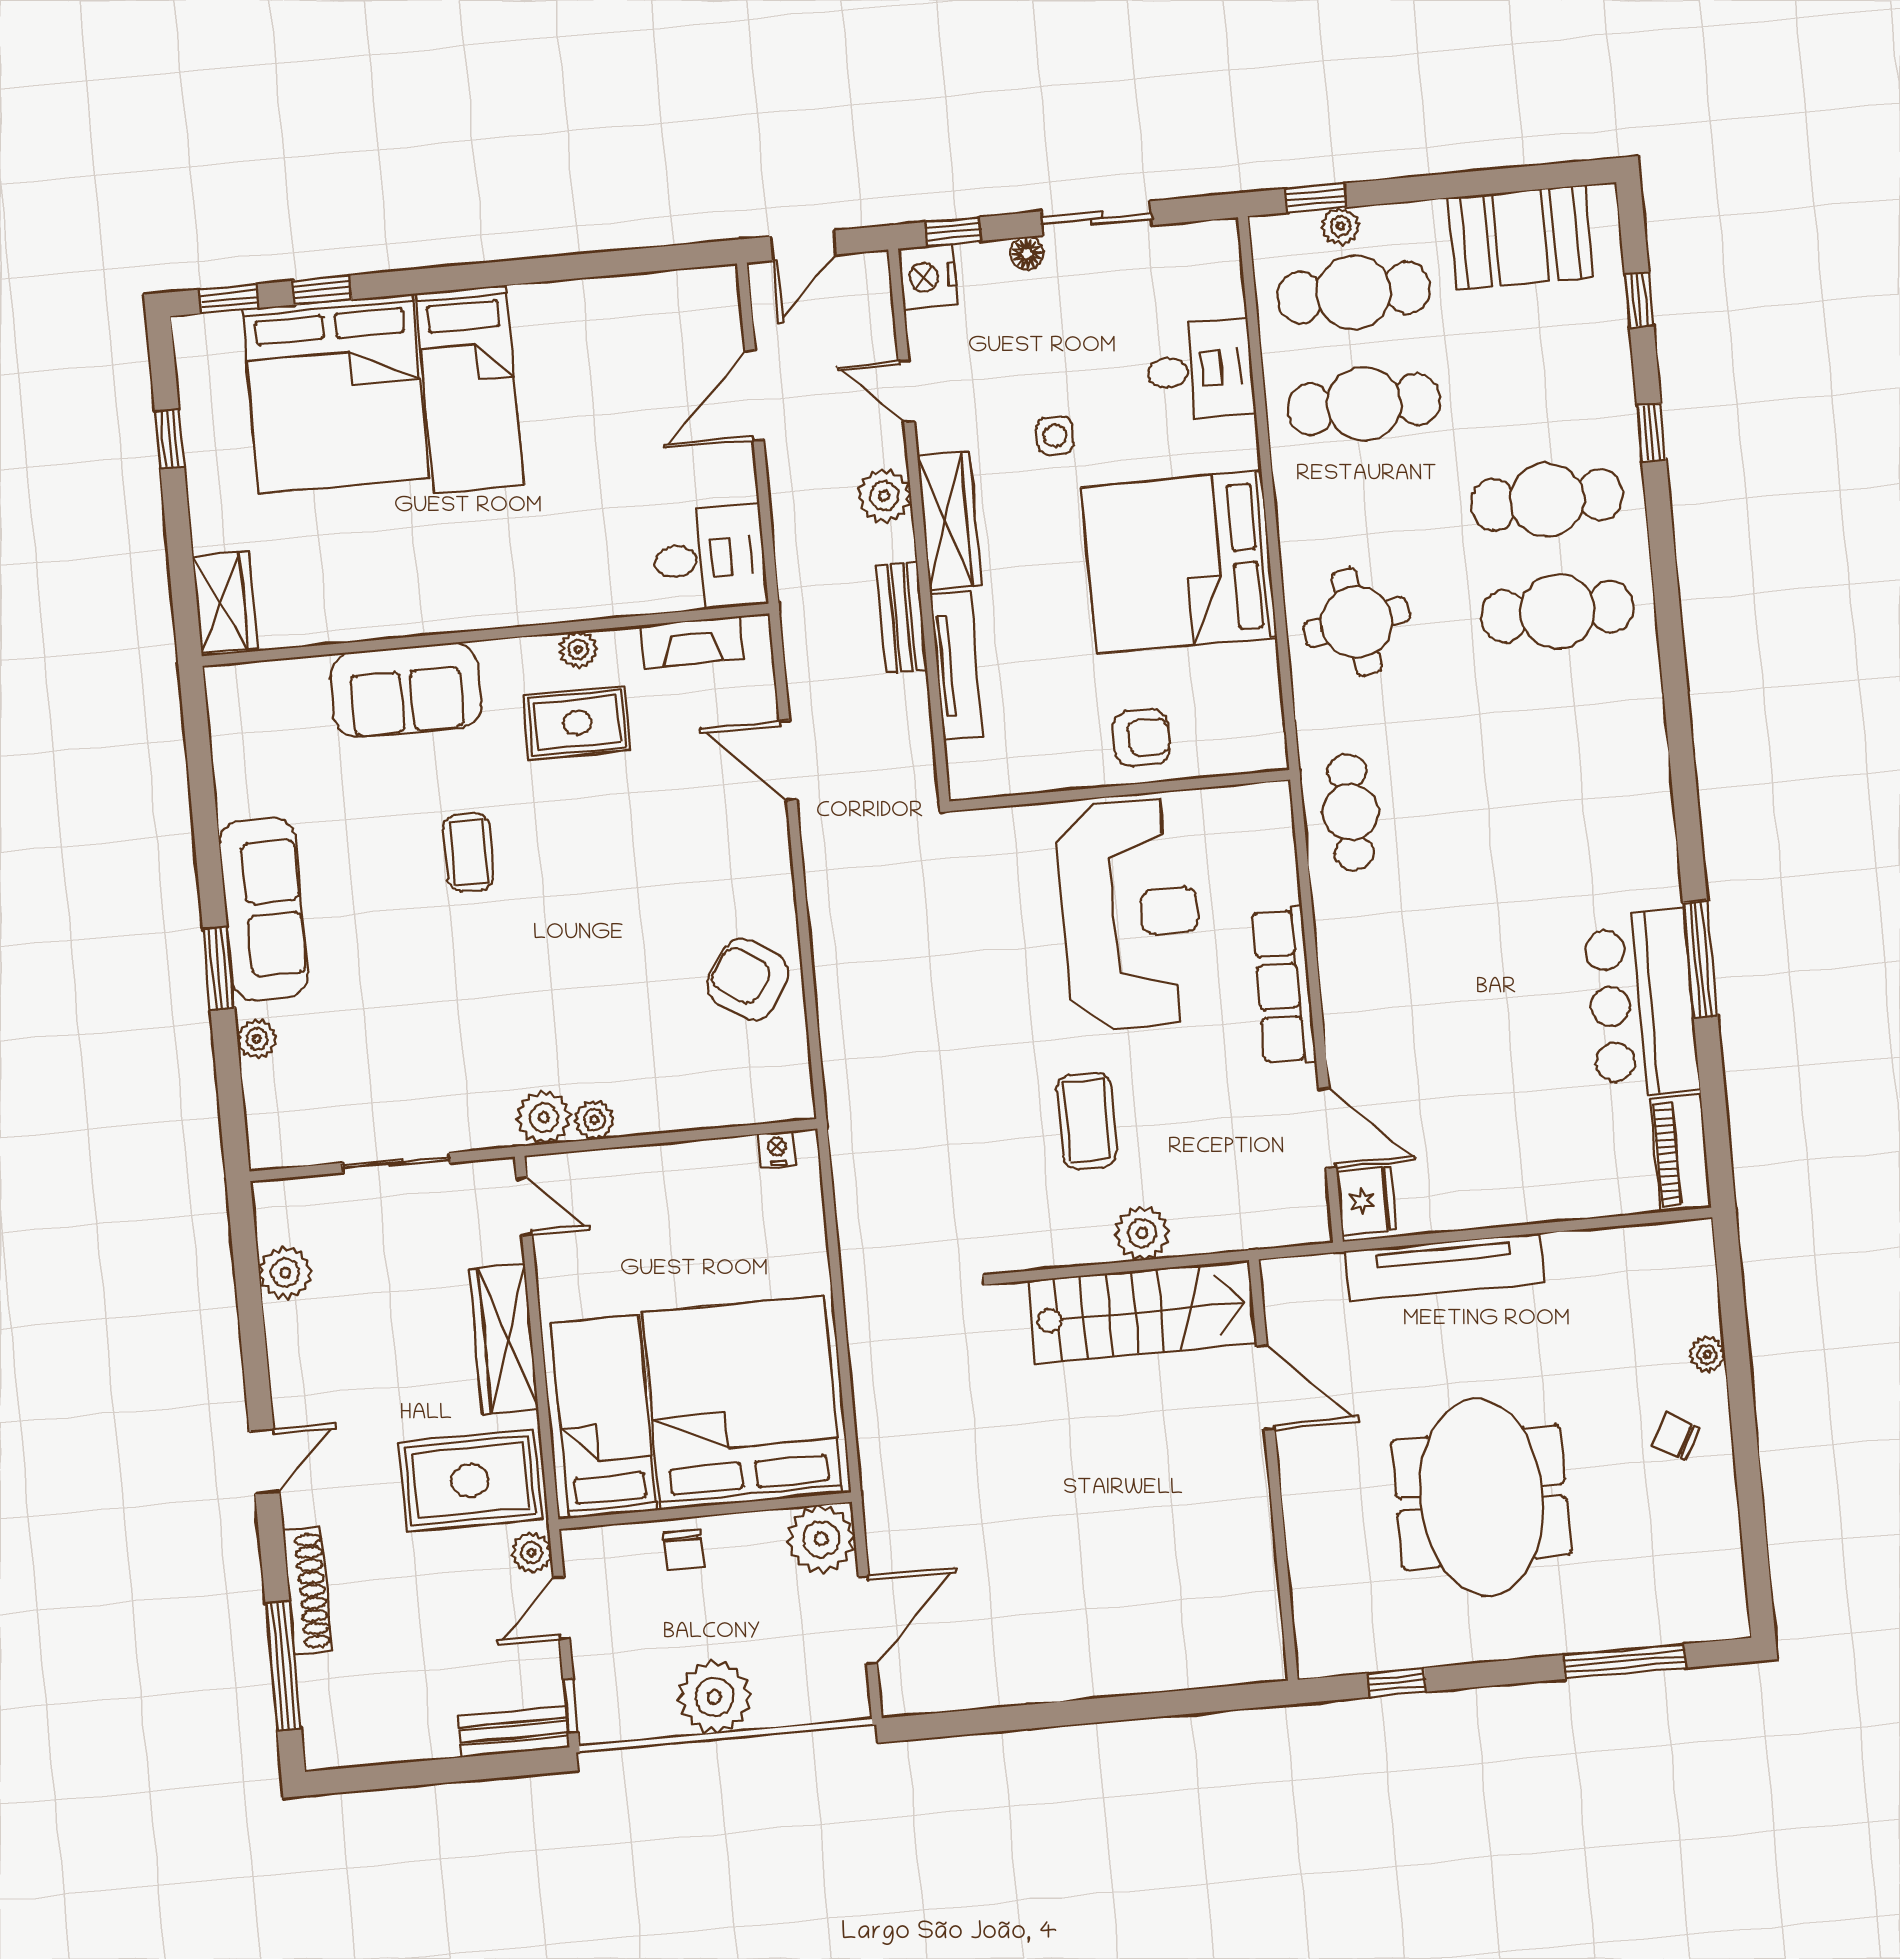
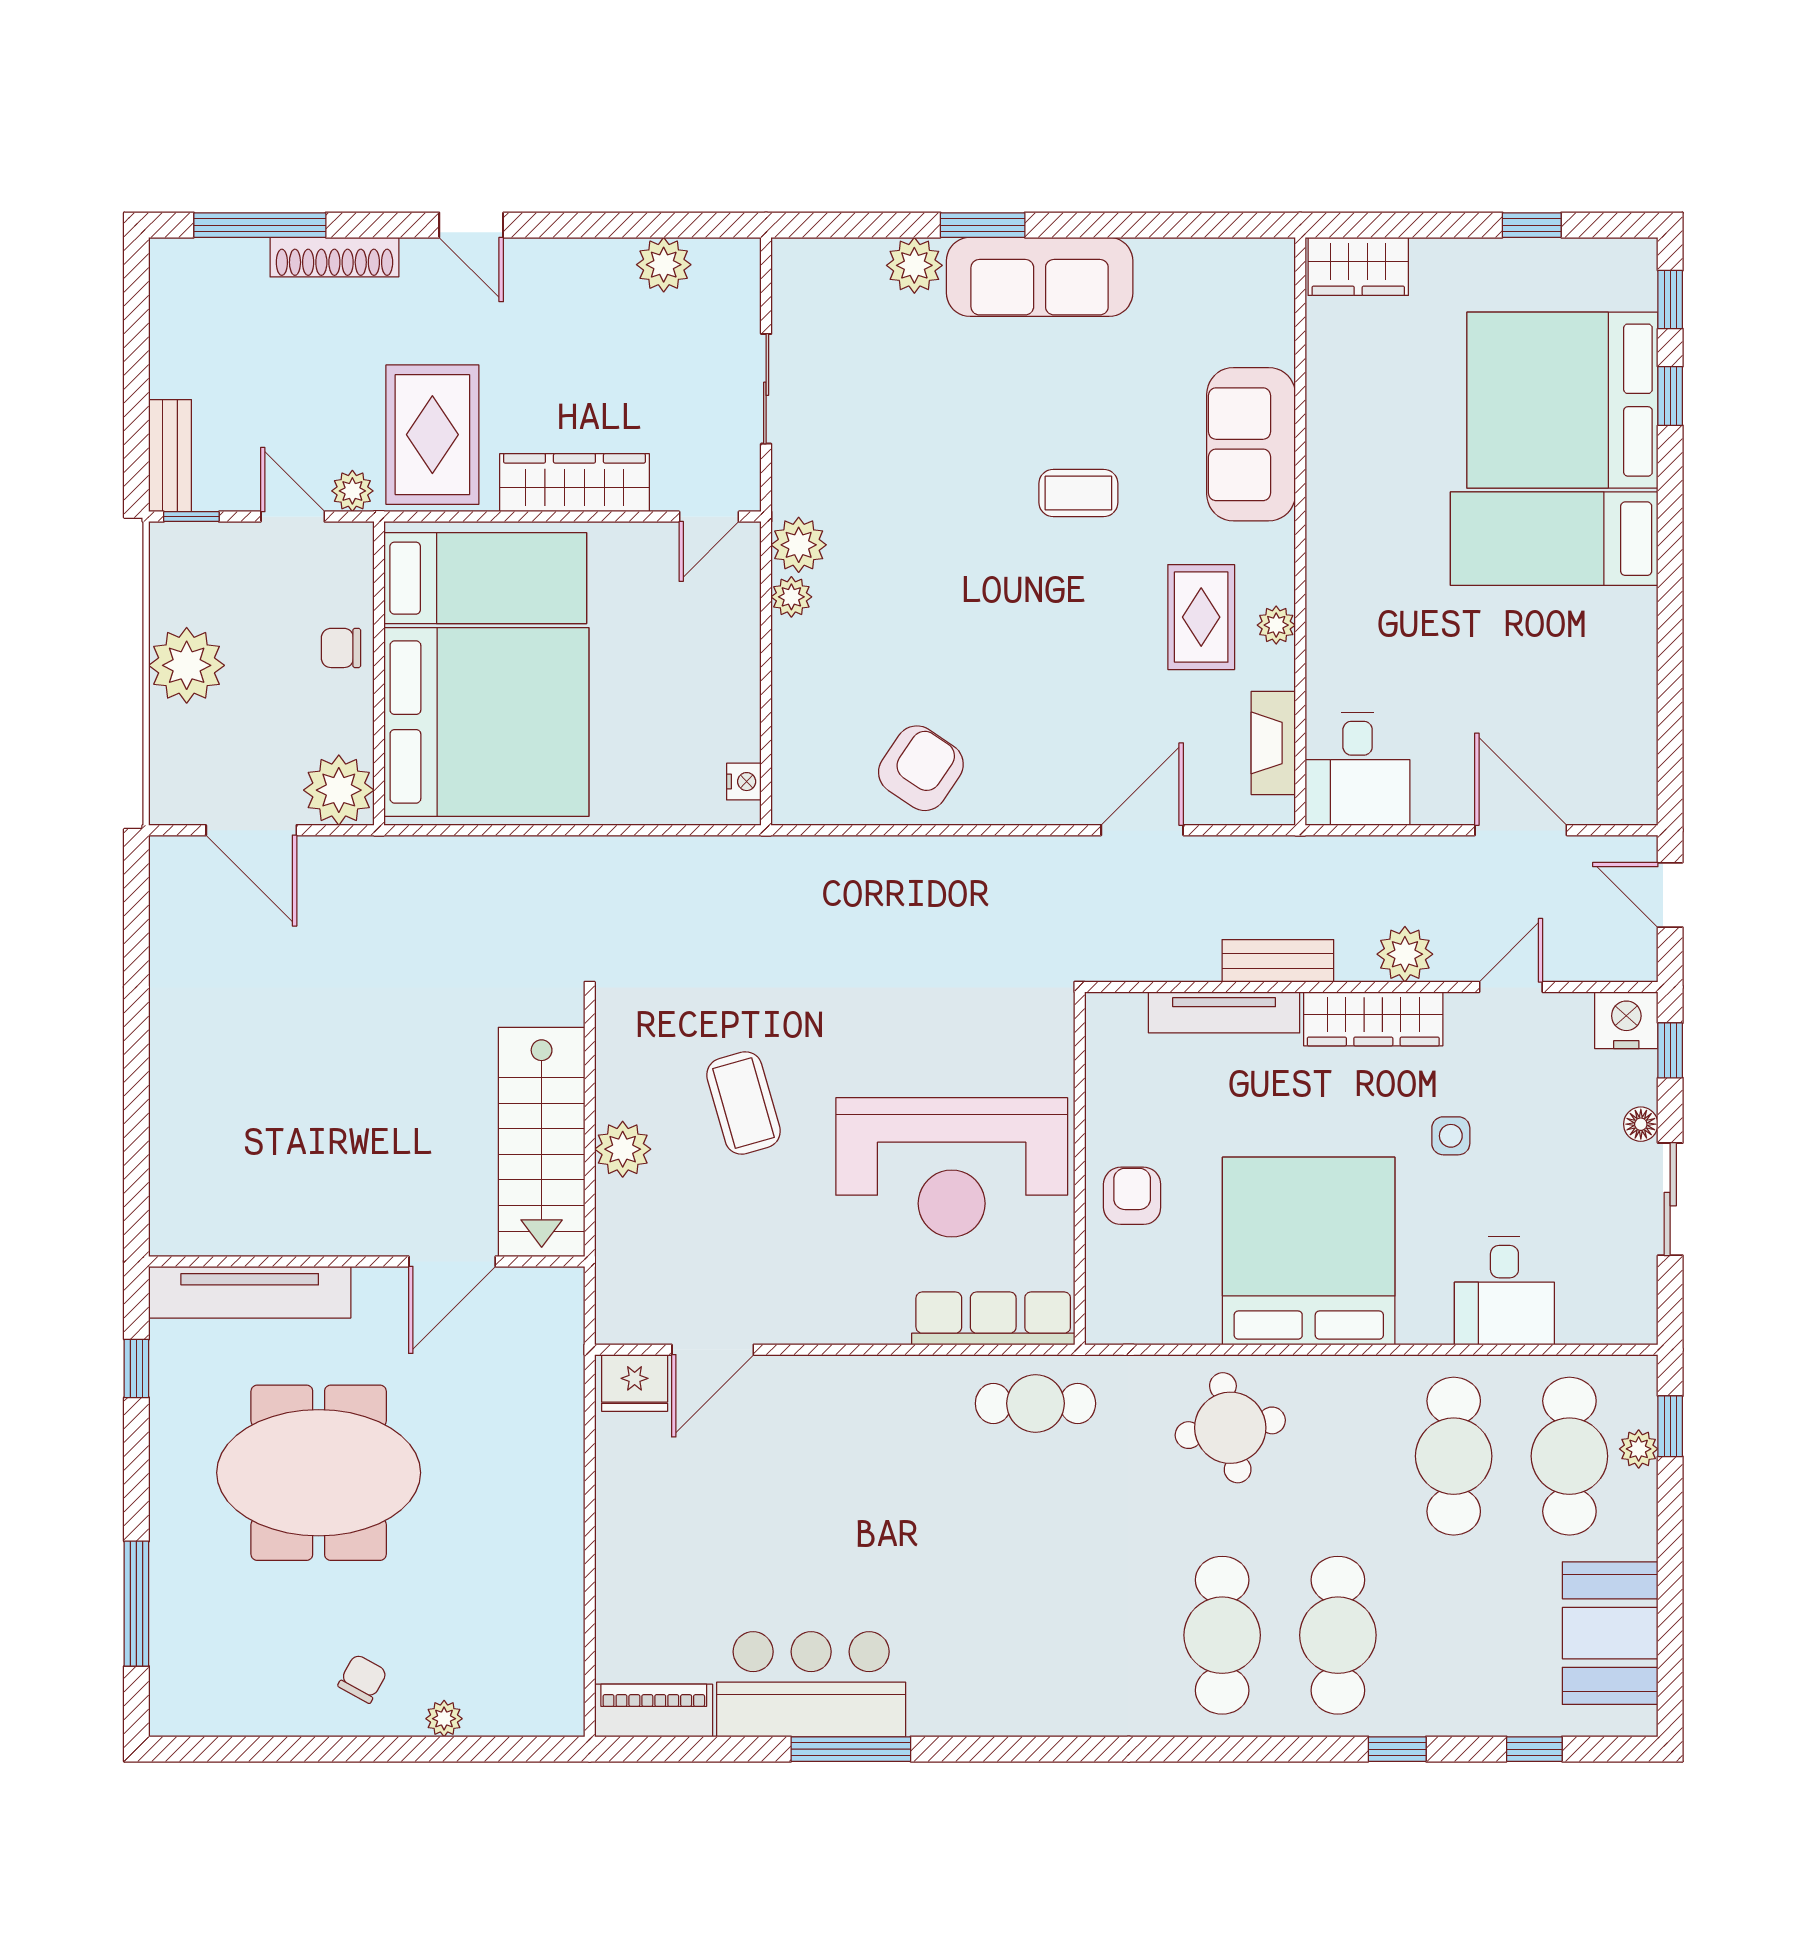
armchair: (1142, 738) -> (1132, 1196), turned 180
row of seats: (1284, 986) -> (993, 1318), moved
plant: (257, 1039) -> (914, 265), width x1.38, depth x1.38
coffee table: (1087, 1121) -> (743, 1103), turned 74
tv unit: (1445, 1267) -> (250, 1292), moved, turned -90

